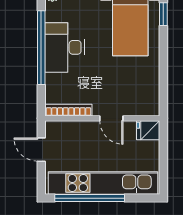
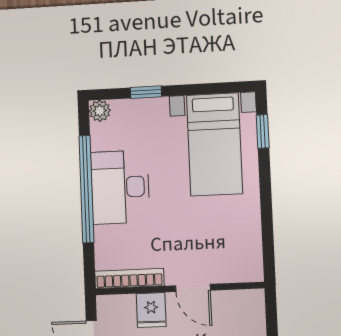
fridge: (148, 130) -> (151, 310), moved, turned -90

